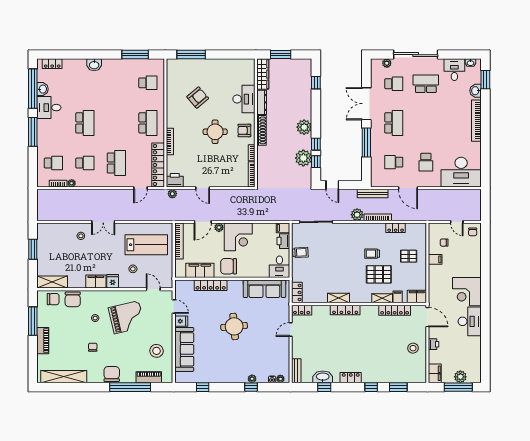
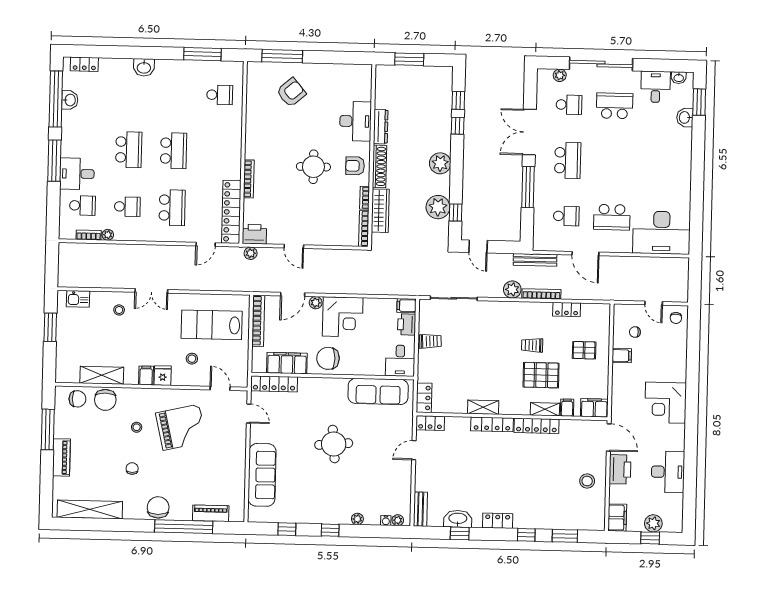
wardrobe: (263, 74) -> (380, 211), moved
armchair: (198, 98) -> (291, 92), moved
desk: (49, 108) -> (77, 174), moved
bookcase: (476, 121) -> (685, 160), removed
school desk: (148, 123) -> (173, 151), moved
window: (316, 144) -> (458, 126), moved
school desk: (394, 162) -> (566, 216), turned 180
school desk: (426, 162) -> (612, 217), width x1.85
kitchen sink: (52, 229) -> (78, 299), added
lab bench: (146, 245) -> (212, 325), turned 180
filing cabinet: (96, 281) -> (146, 375), width x0.50
shelving: (52, 282) -> (102, 375), moved
locker: (211, 285) -> (274, 384), moved
locker: (395, 310) -> (536, 426), moved
fridge: (181, 321) -> (259, 435), removed
desk: (470, 321) -> (668, 472), moved
printer: (434, 344) -> (620, 469), width x1.87, depth x1.48
stool: (157, 351) -> (223, 476), removed
window: (251, 387) -> (330, 530), moved
window: (458, 387) -> (650, 538), width x0.46

